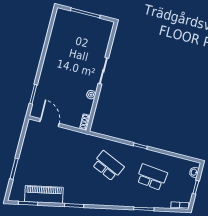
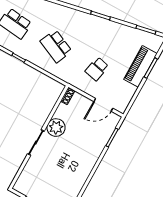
plant: (91, 95) -> (56, 128), width x1.87, depth x1.87
door: (49, 123) -> (103, 105), hinge flipped
school desk: (64, 155) -> (97, 69), added
piano: (44, 195) -> (140, 66), moved, turned 102

